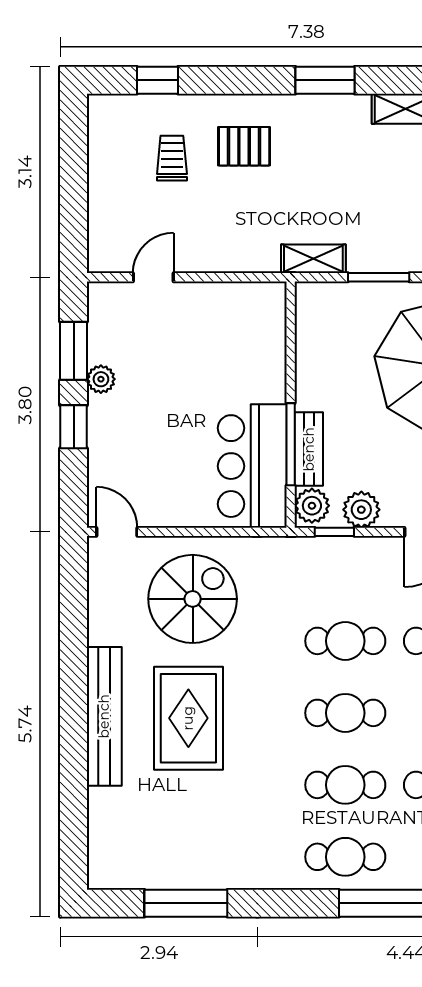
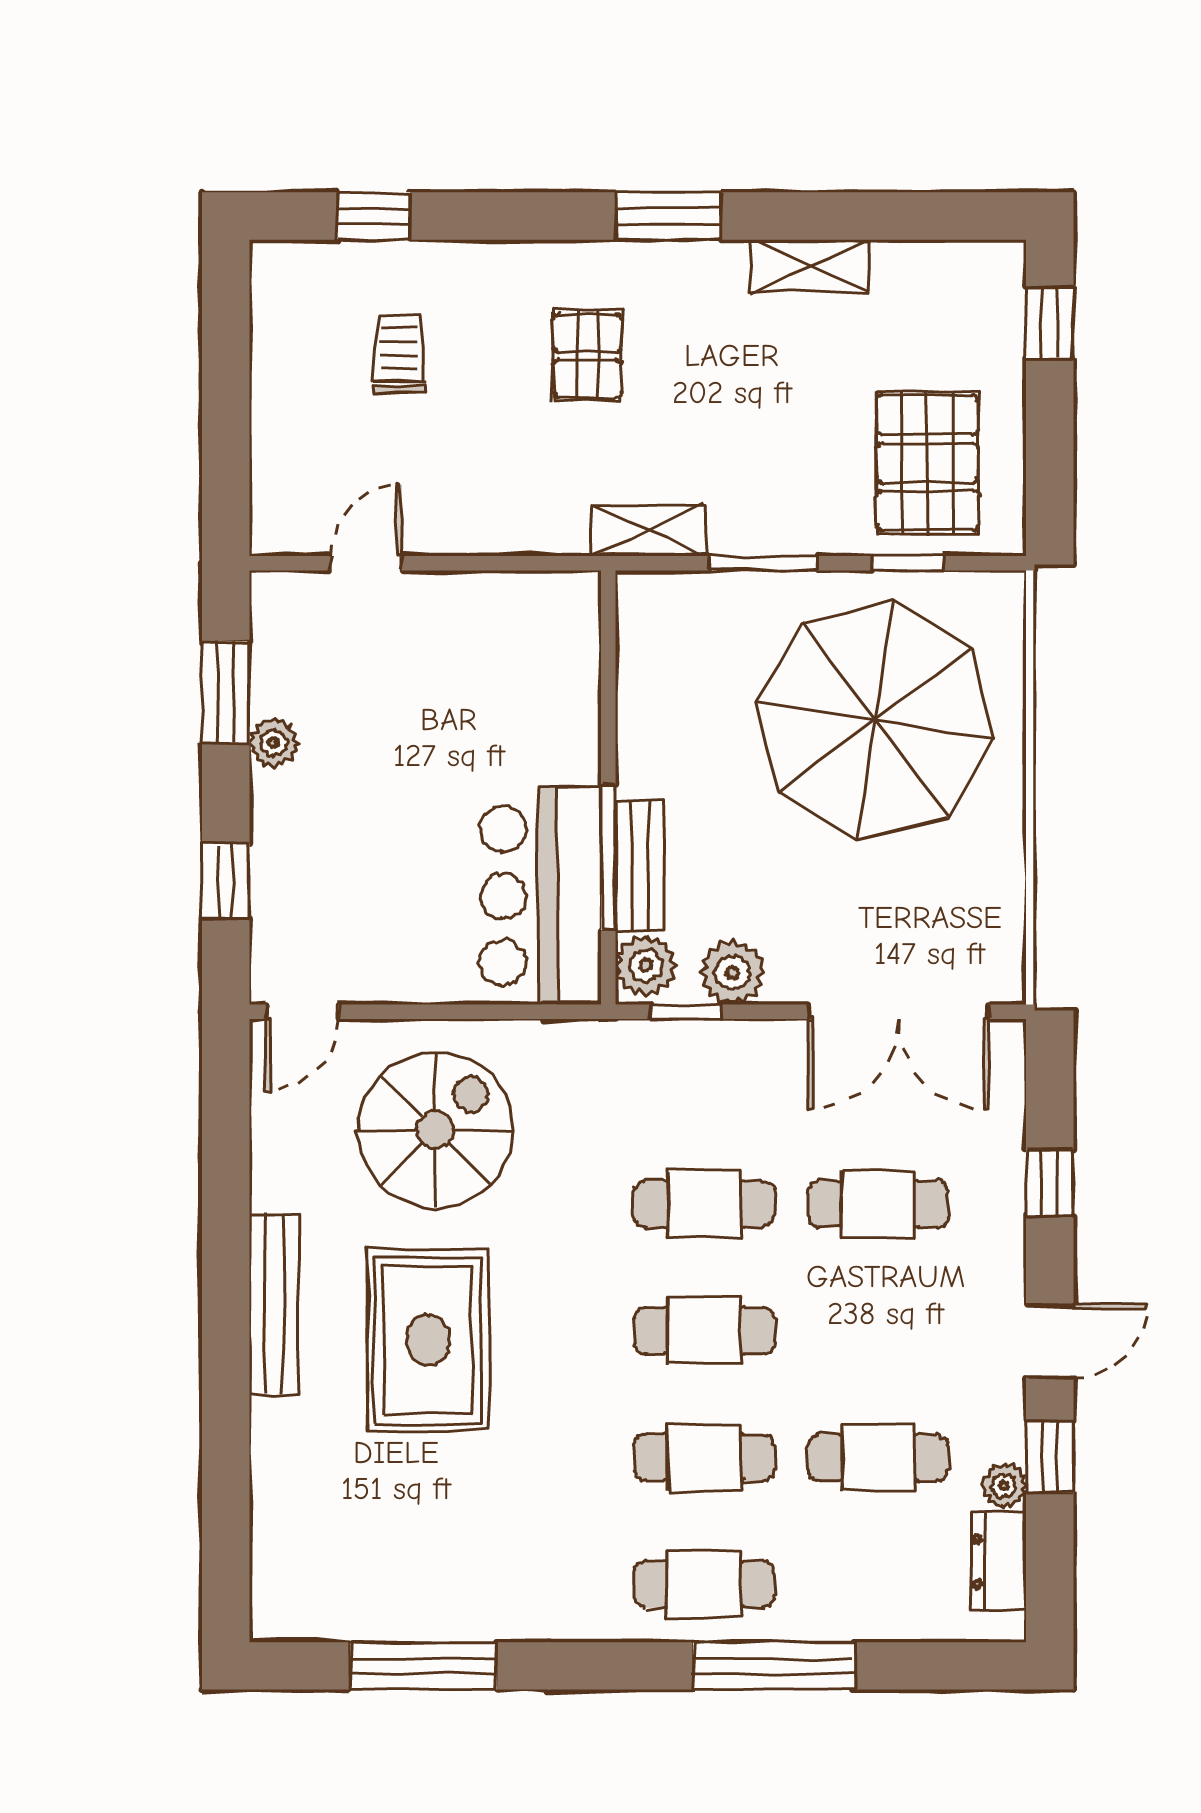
pallet: (244, 146) -> (588, 356), moved, turned 90
window: (74, 427) -> (226, 881), moved
door: (117, 532) -> (302, 1012), swing flipped
bench: (104, 716) -> (274, 1304), width x0.73, depth x0.82

